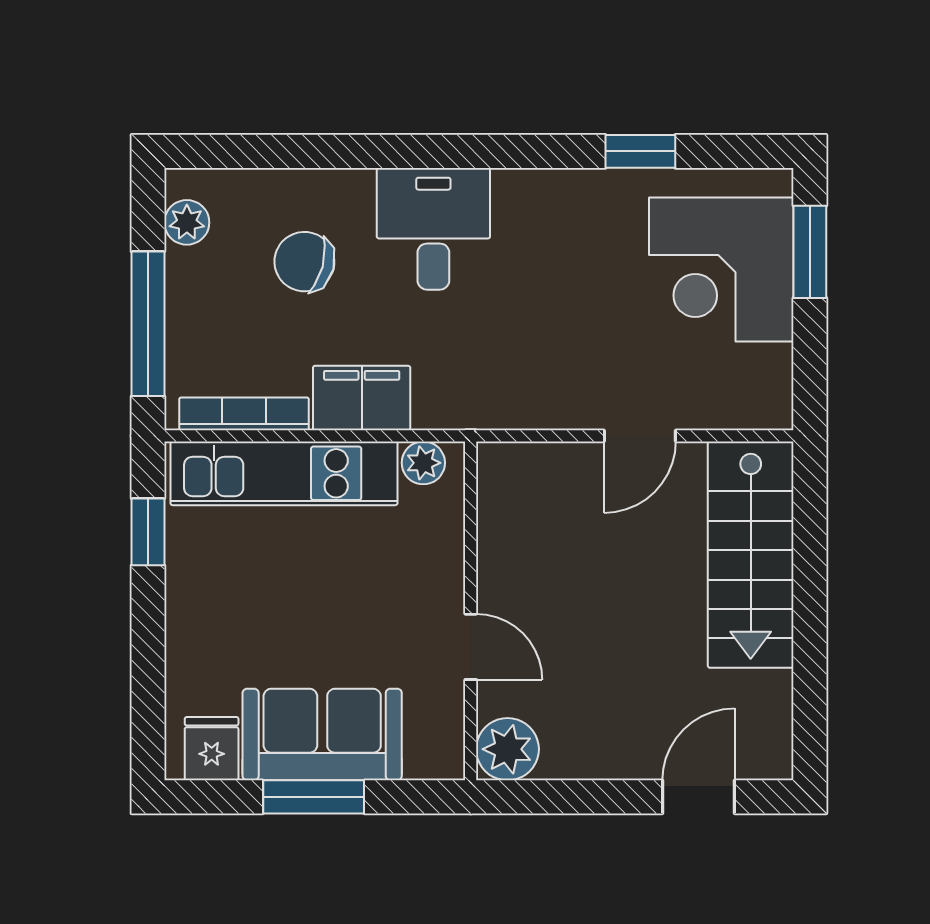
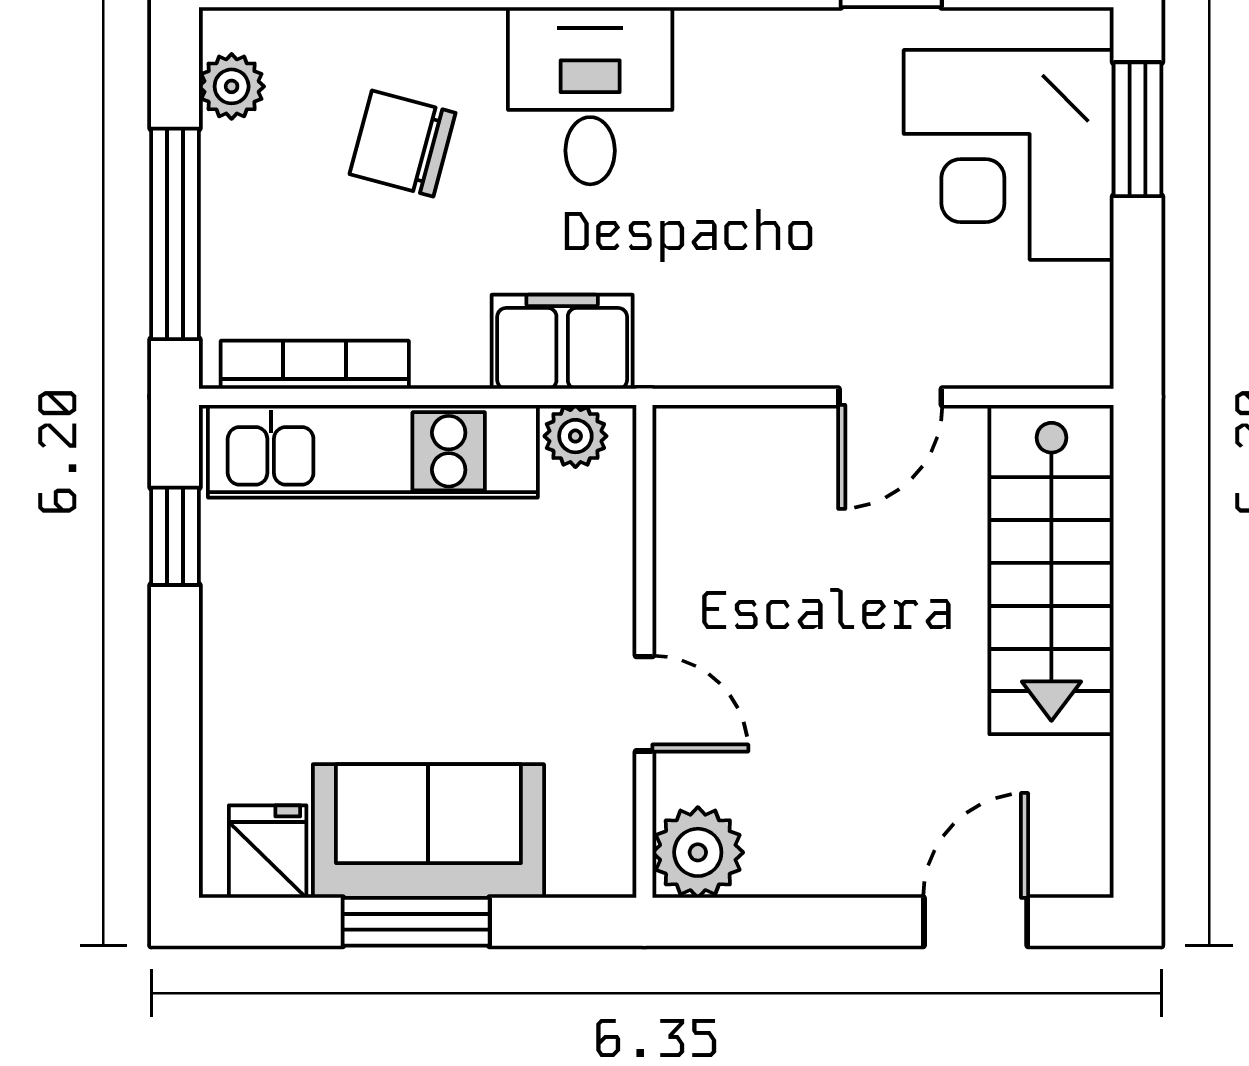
filing cabinet: (362, 398) -> (562, 342), moved

